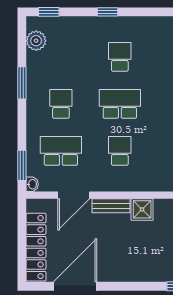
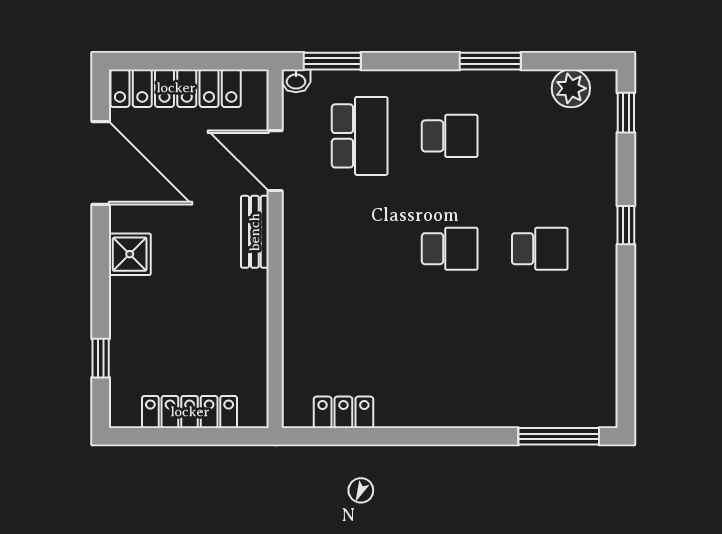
school desk: (120, 104) -> (450, 249), width x0.54
school desk: (120, 151) -> (360, 249), removed
shower: (142, 209) -> (130, 254), moved

